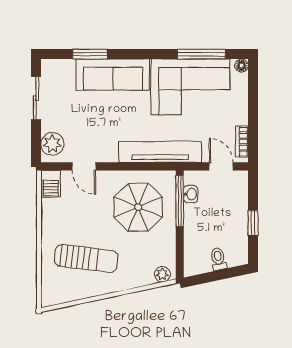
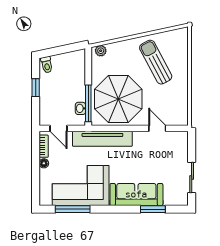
floor lamp: (241, 66) -> (44, 163), moved
plant: (52, 144) -> (180, 145), removed
barbecue: (51, 184) -> (181, 116), removed
parasol: (138, 207) -> (118, 99), width x1.36, depth x1.36
sun lounger: (86, 258) -> (156, 62), turned 55
toilet: (218, 259) -> (47, 65), moved

